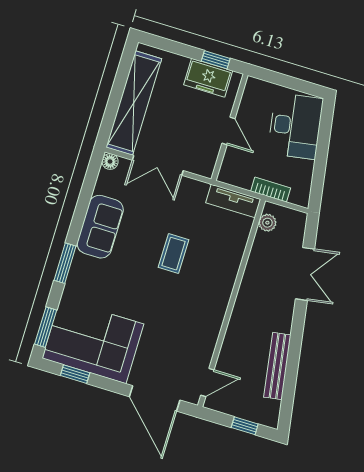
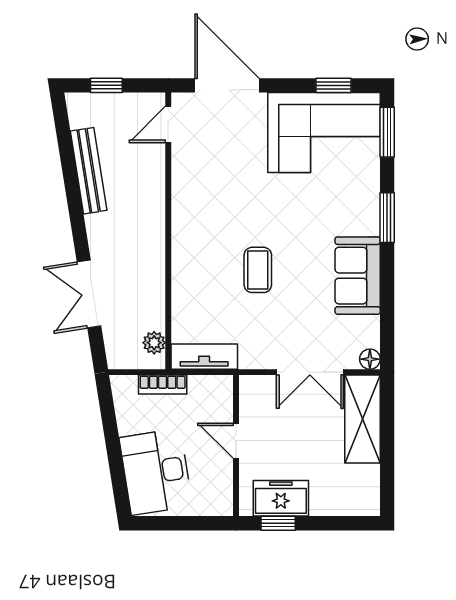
shelving: (134, 103) -> (362, 419), width x0.68
double door: (158, 165) -> (310, 372), swing flipped

